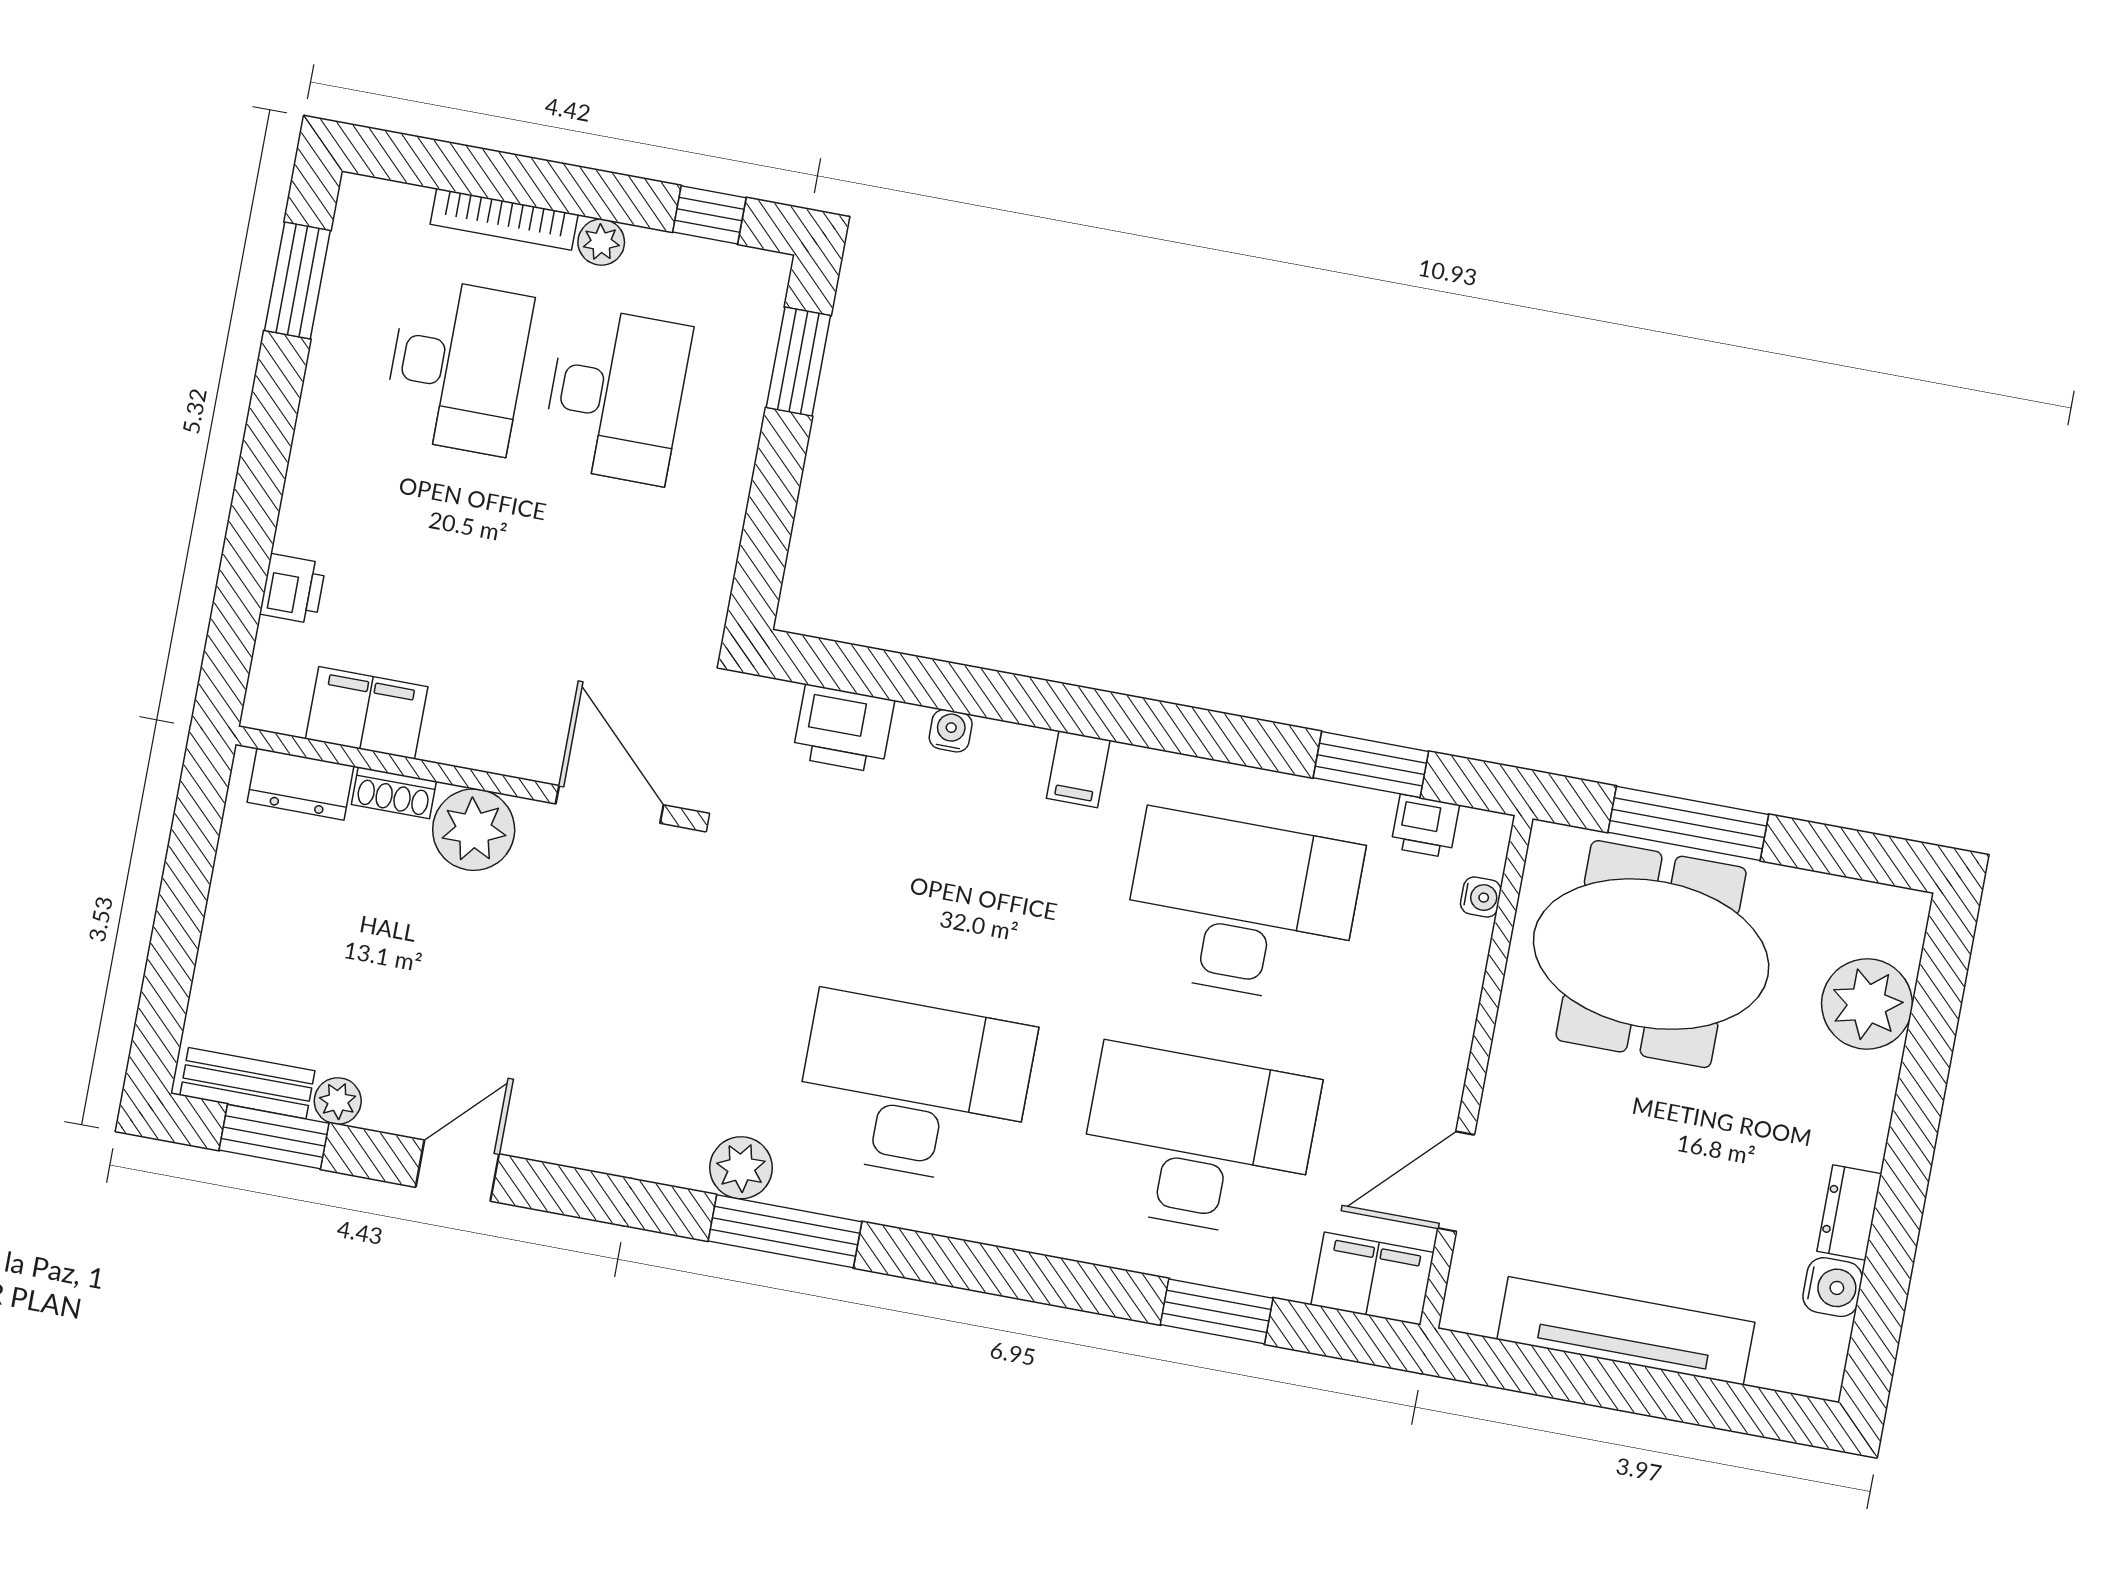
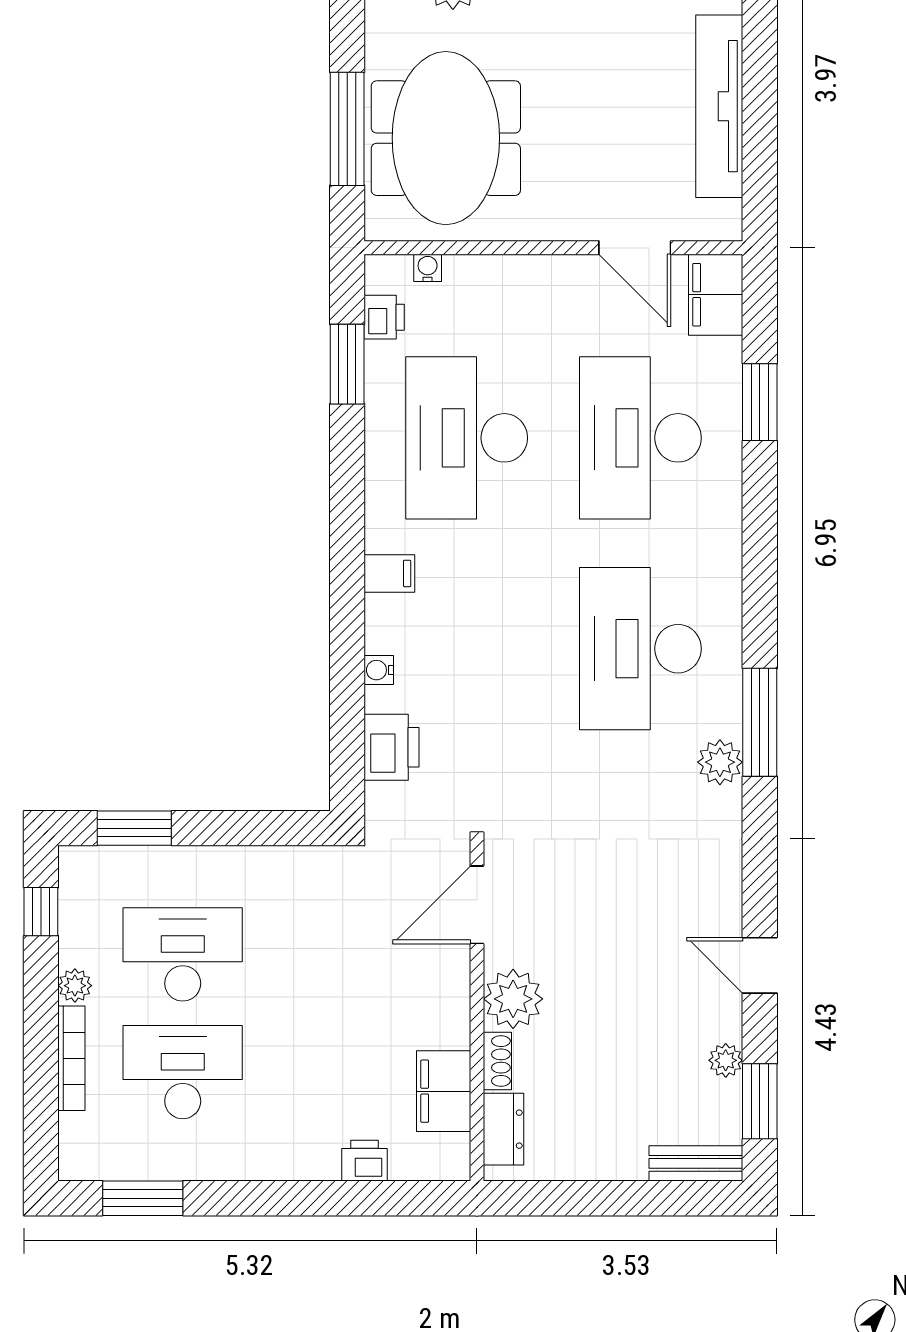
bench: (247, 1083) -> (696, 1163), moved, turned 90

